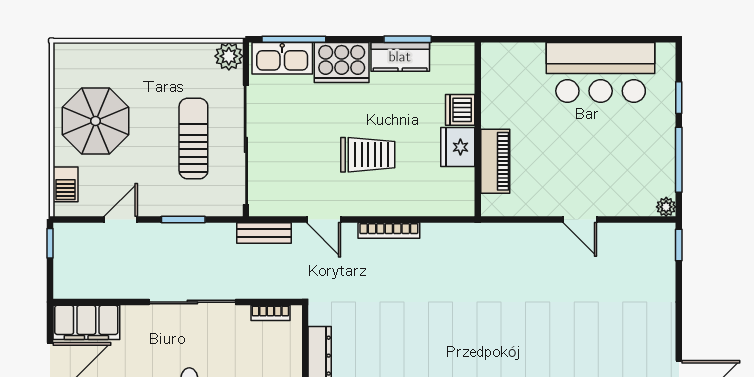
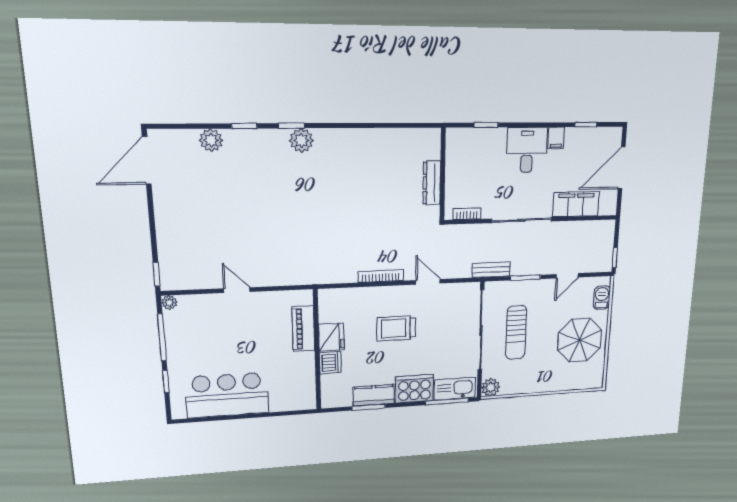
bench: (264, 233) -> (491, 270), moved
filing cabinet: (86, 322) -> (576, 204), moved

